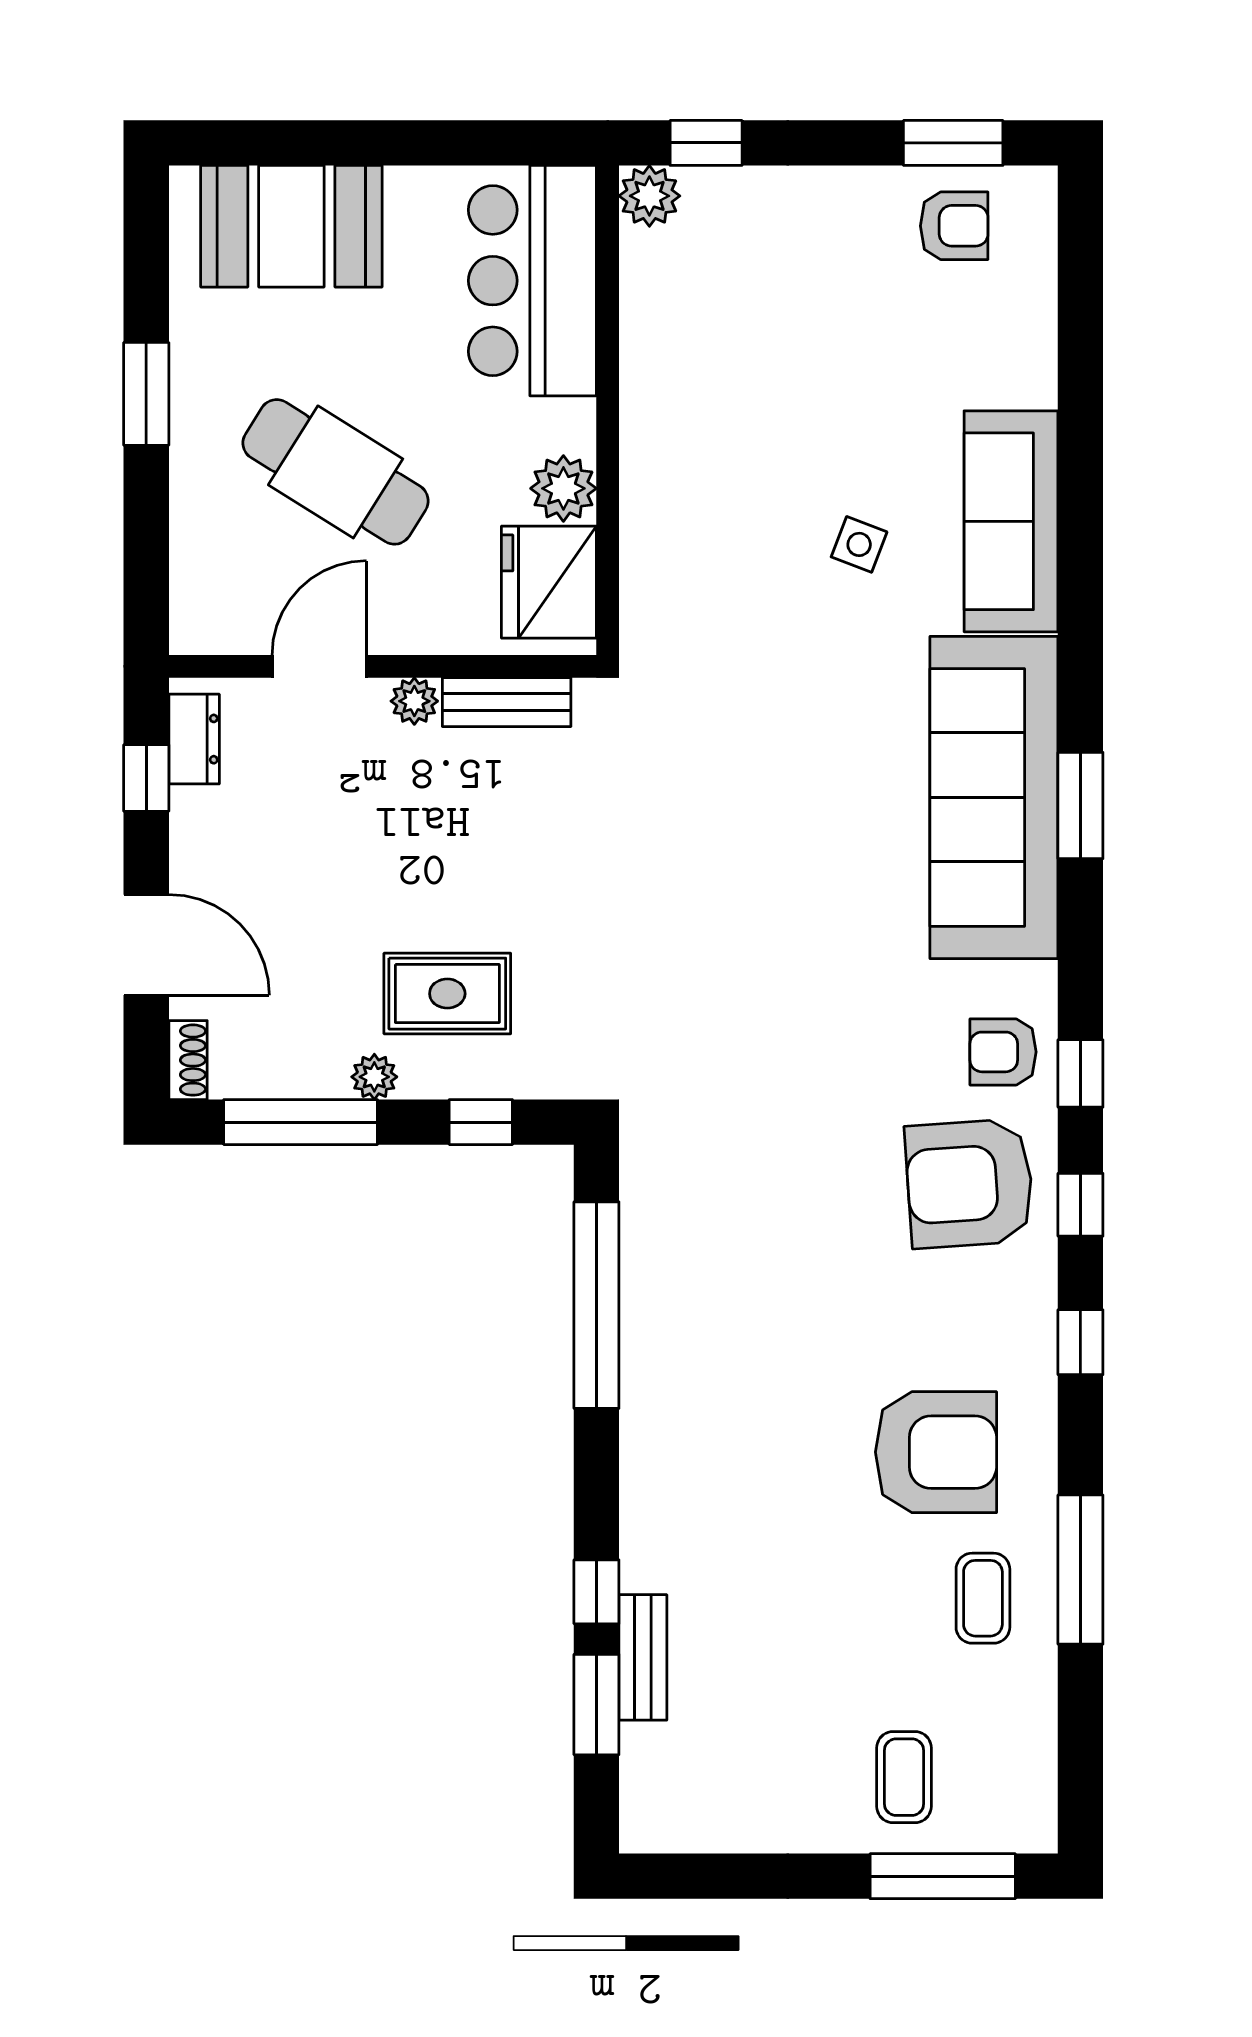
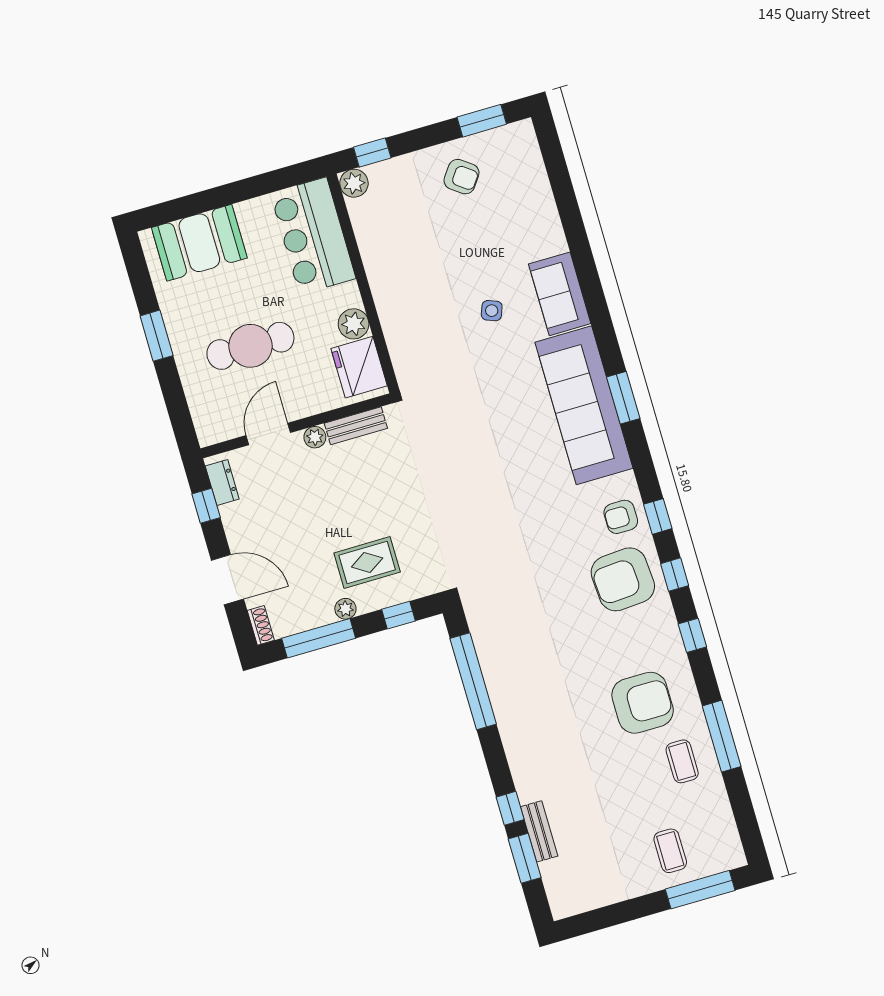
armchair: (954, 226) -> (462, 177), moved, turned 36
cafe table: (336, 472) -> (250, 346), turned -32
sofa: (1011, 521) -> (560, 294), width x0.73

